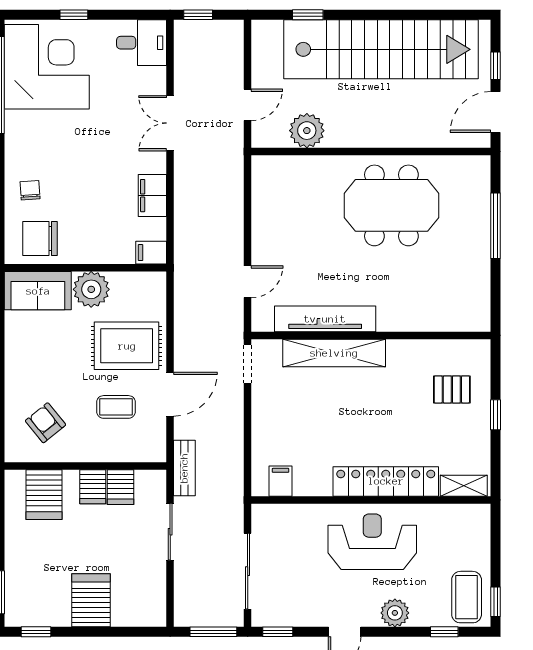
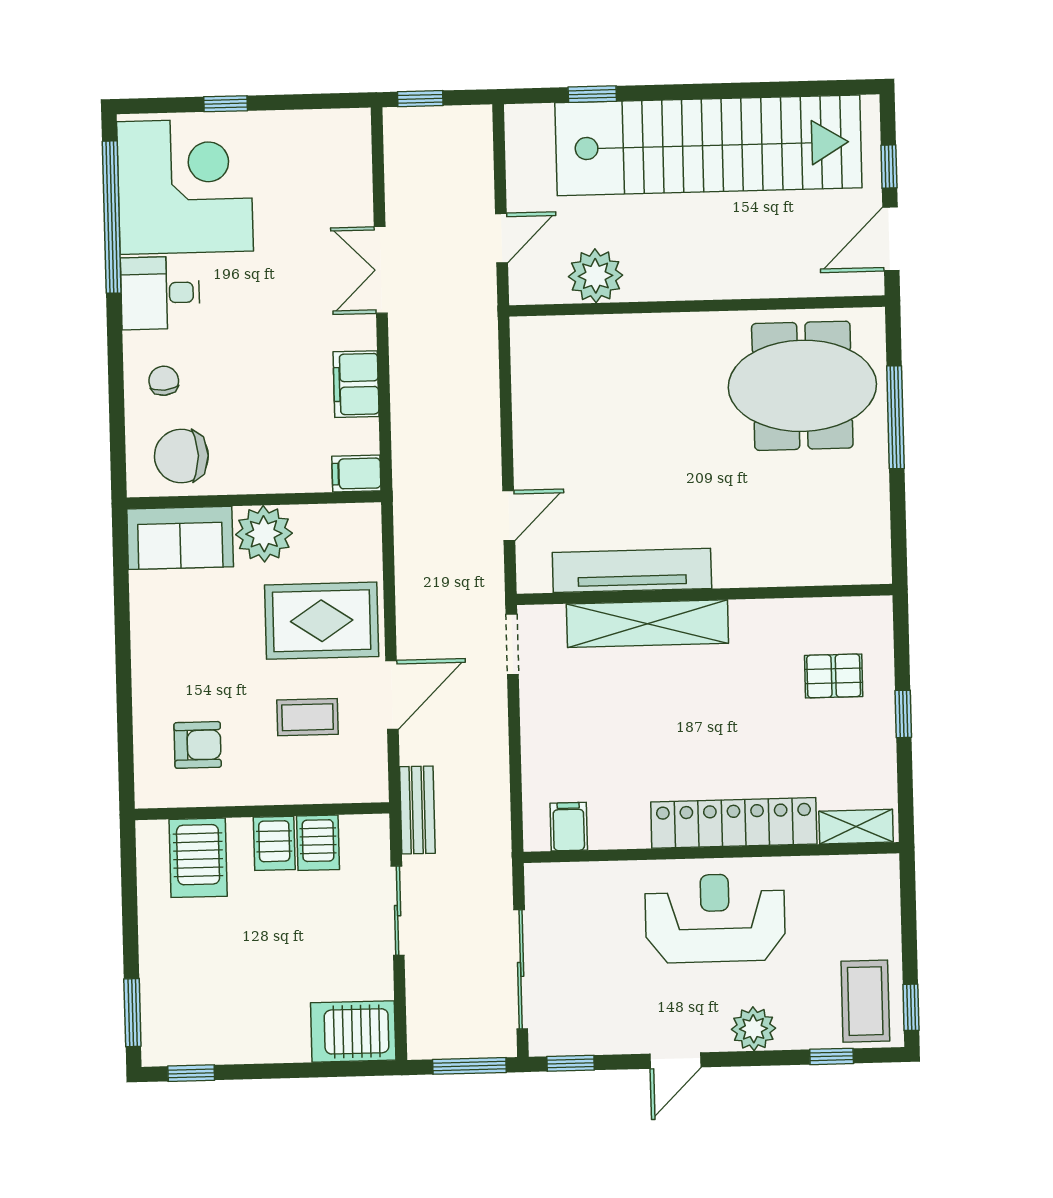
desk: (142, 43) -> (160, 293), moved, turned 180
meeting table: (391, 205) -> (802, 386), moved
armchair: (45, 423) -> (198, 745), turned 129
server rack: (91, 600) -> (353, 1031), moved, turned -90

